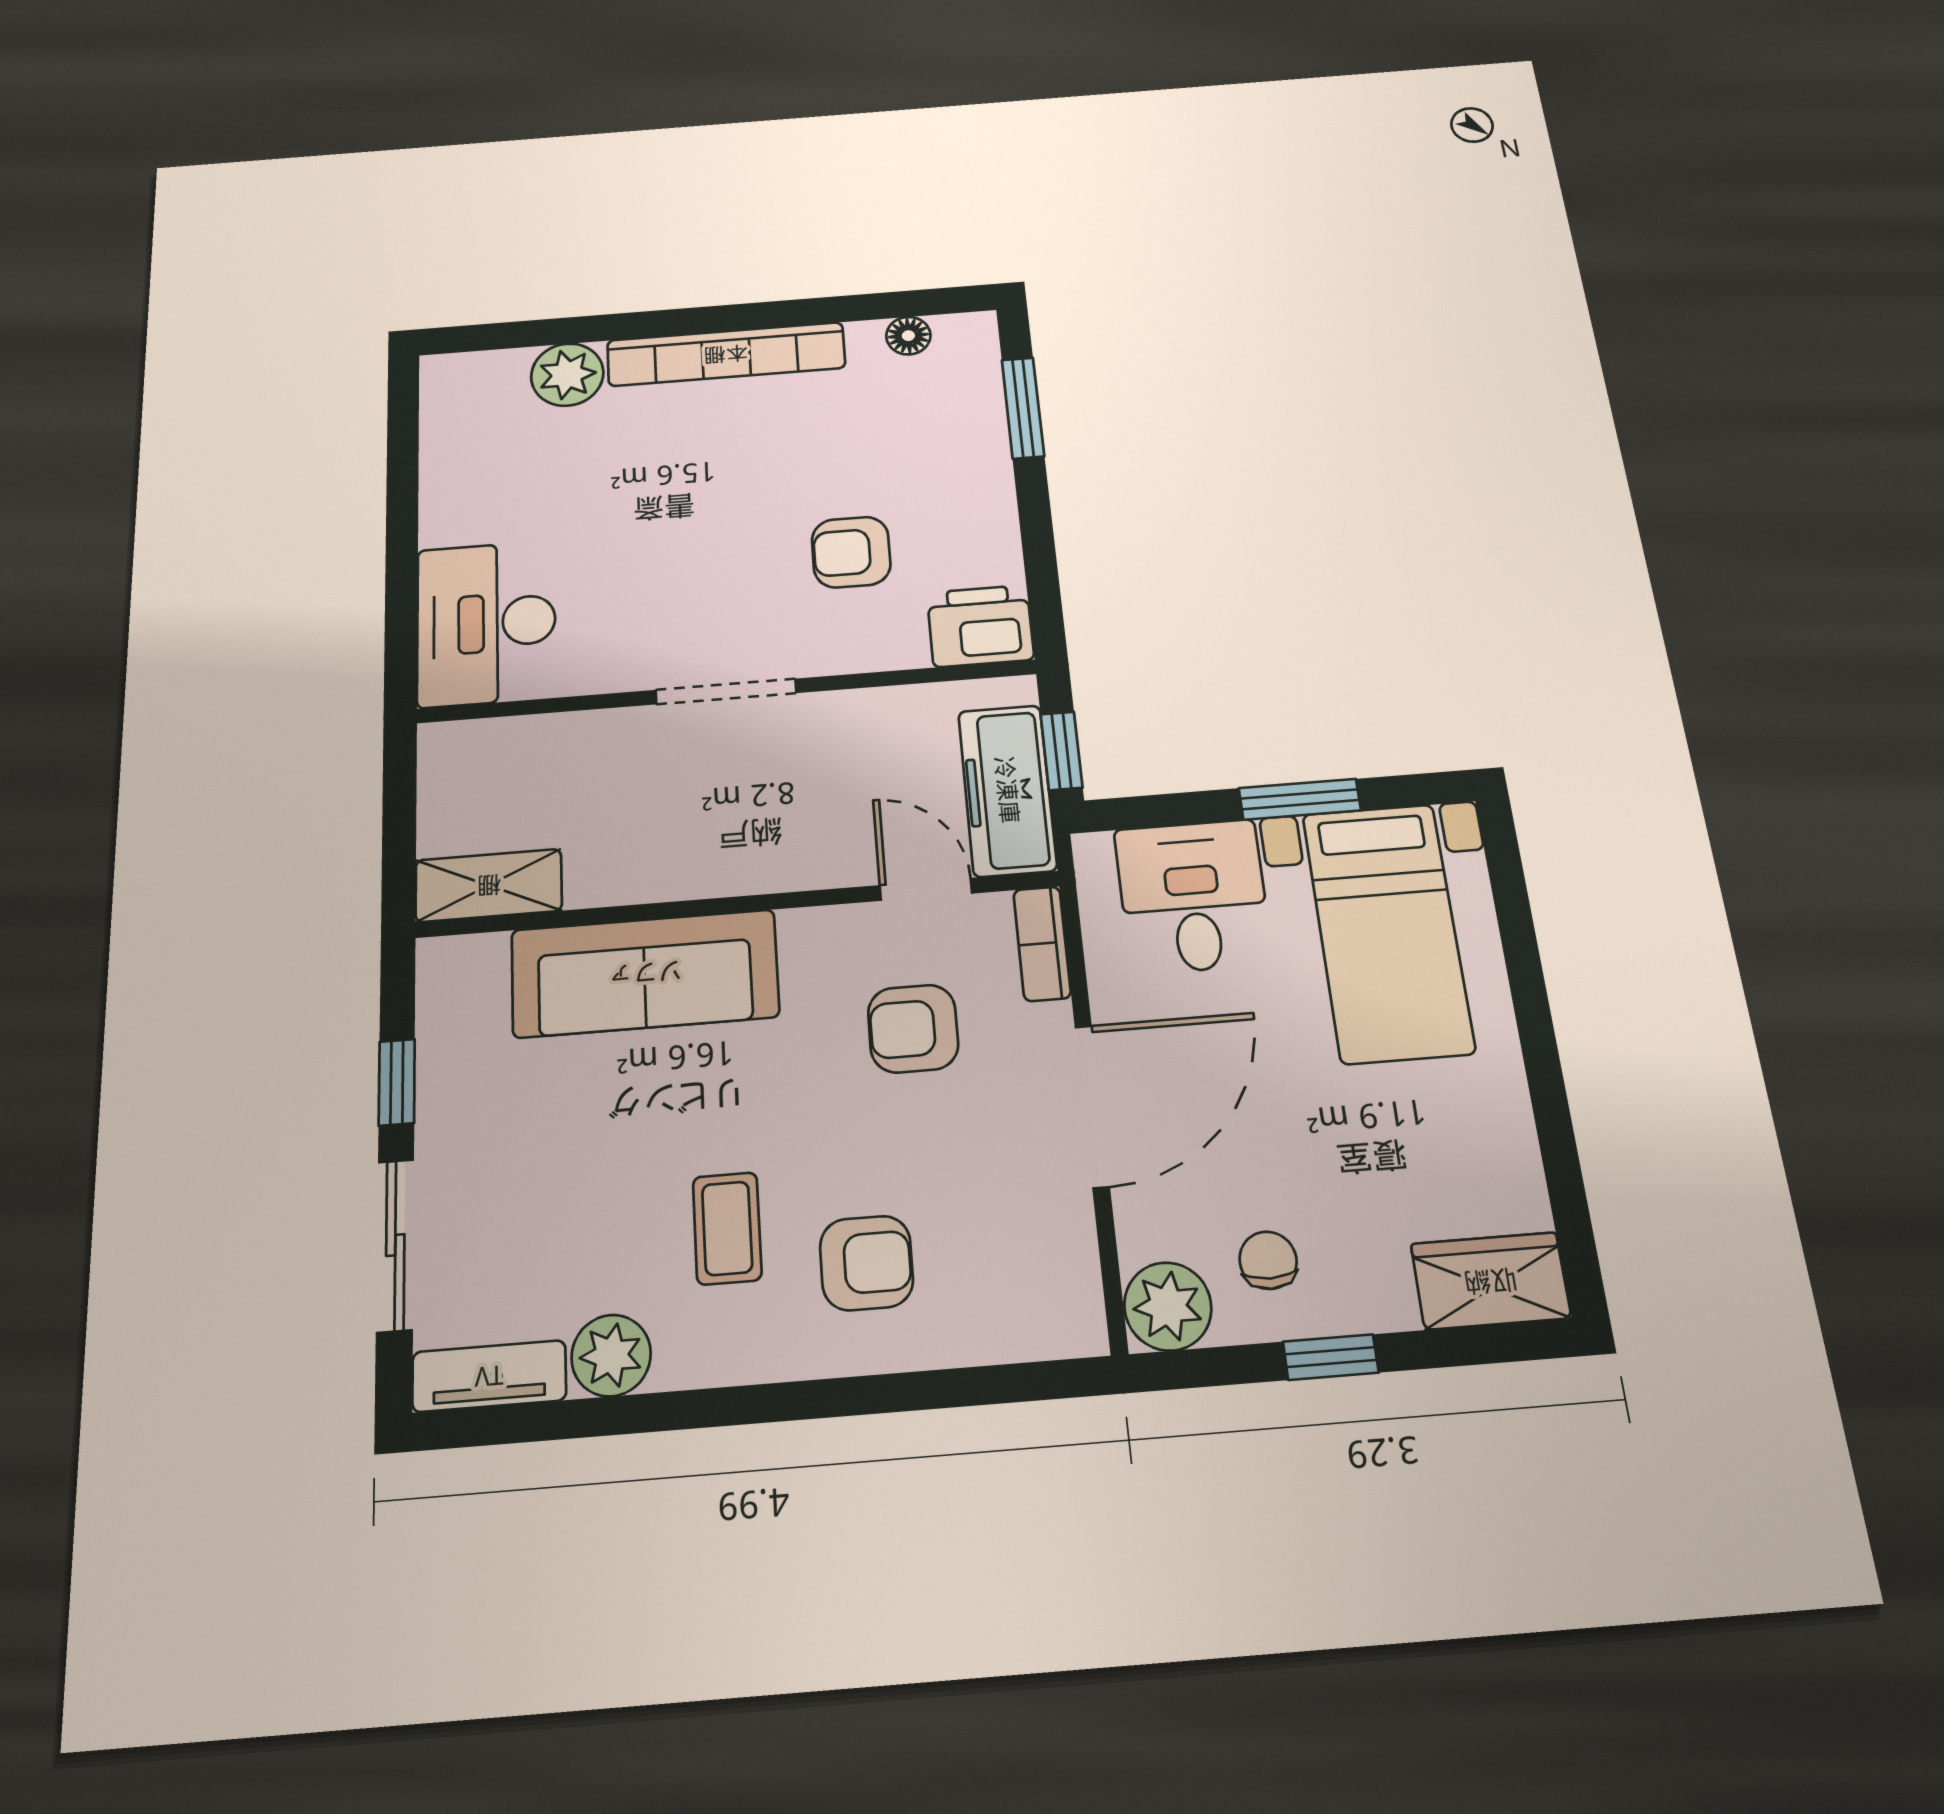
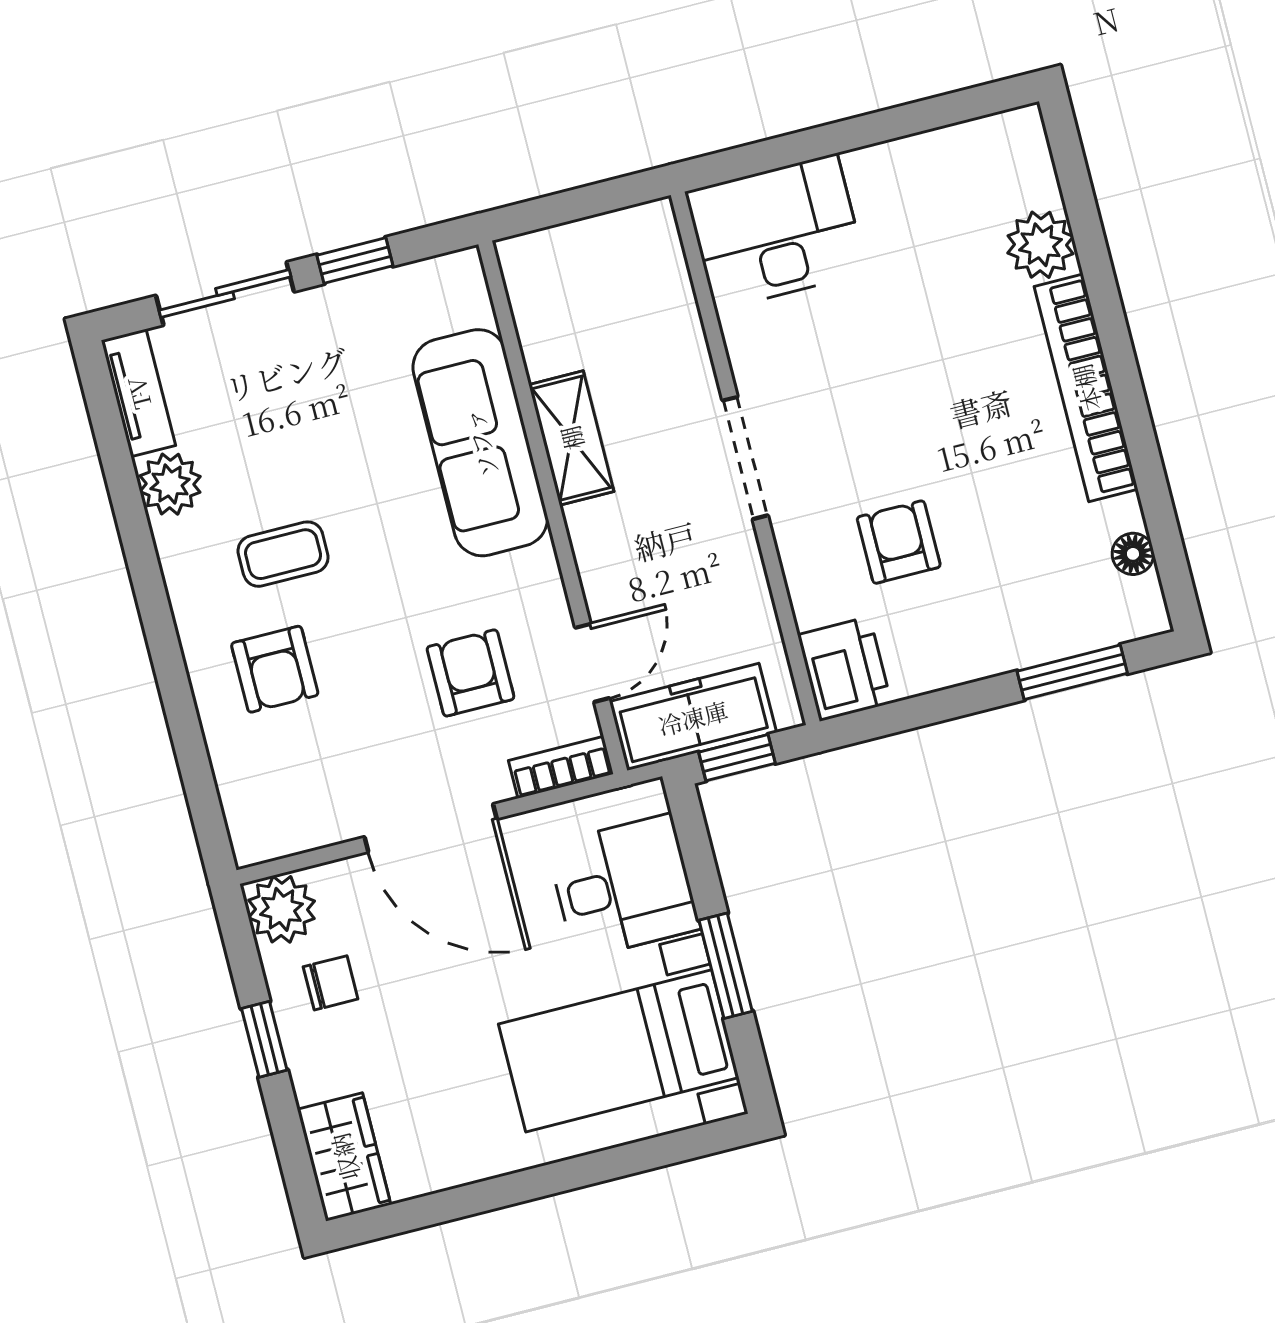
shelving: (489, 885) -> (571, 438), moved

